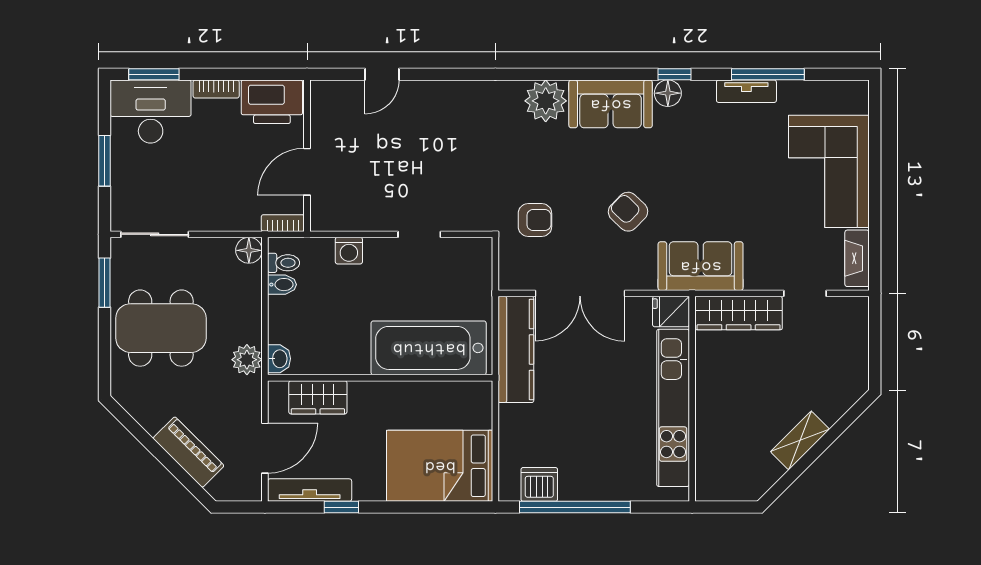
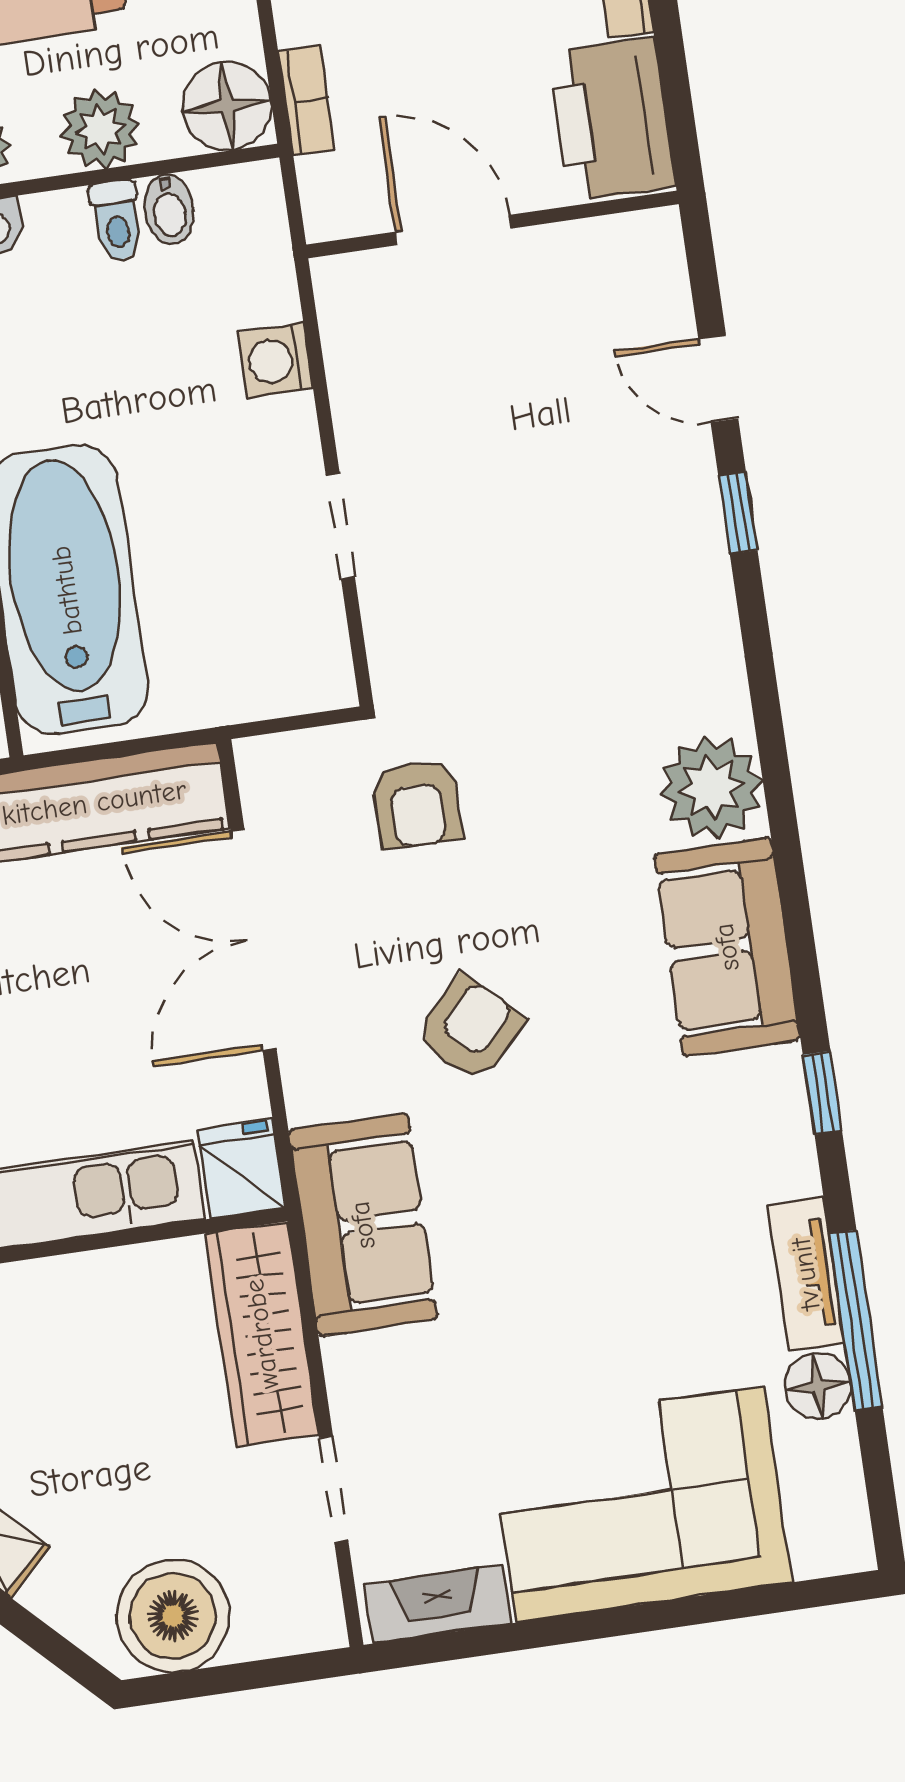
window: (437, 74) -> (738, 513), added
floor lamp: (668, 93) -> (818, 1386), moved
bookcase: (283, 223) -> (306, 100), moved
floor lamp: (249, 250) -> (227, 106), width x1.38, depth x1.38
toilet: (284, 263) -> (116, 221), moved
plant: (246, 307) -> (100, 129), added
boiler: (846, 365) -> (173, 1616), added

